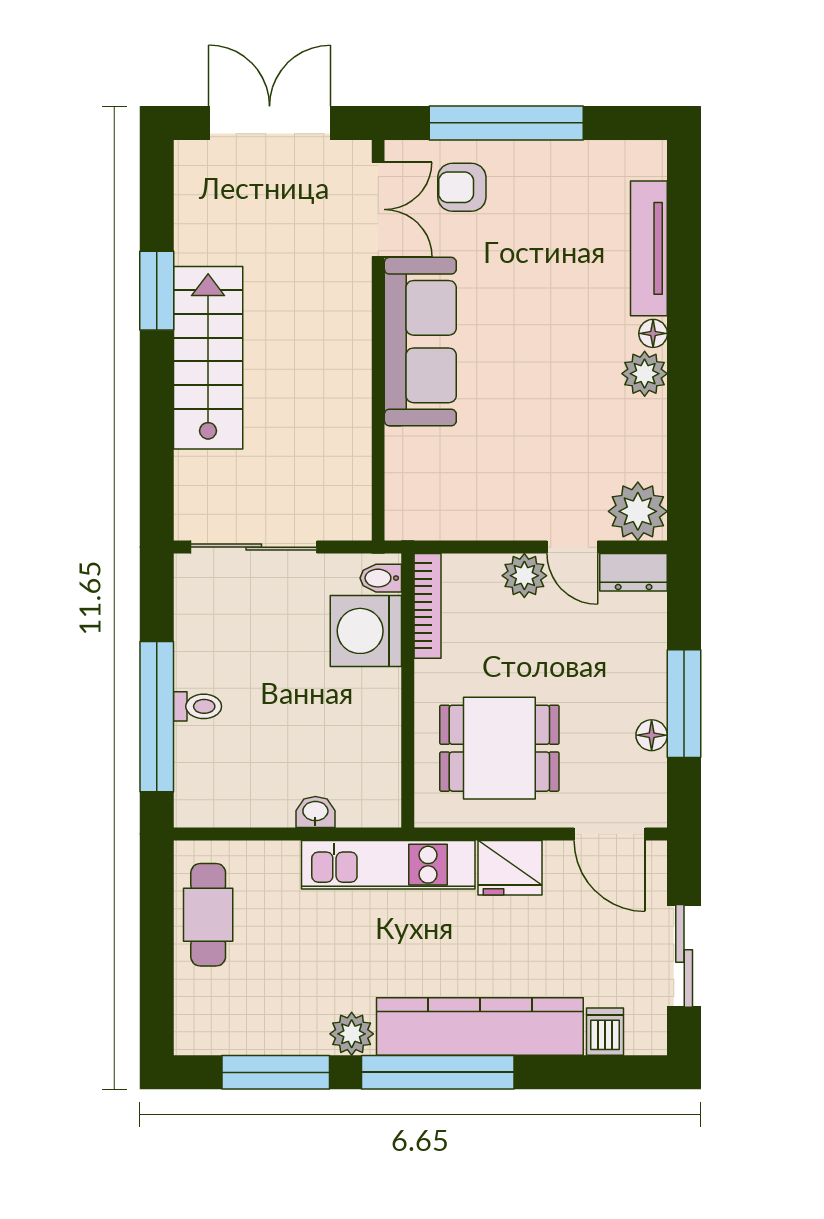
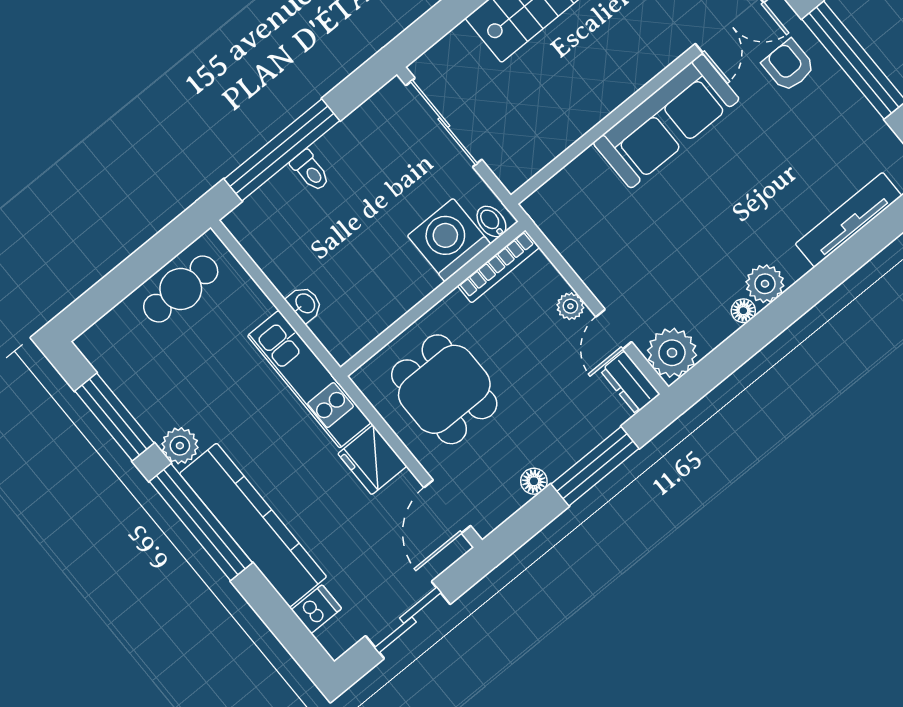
floor lamp: (653, 333) -> (743, 311), moved
plant: (524, 576) -> (570, 306), width x0.73, depth x0.73
window: (684, 704) -> (595, 466), moved

